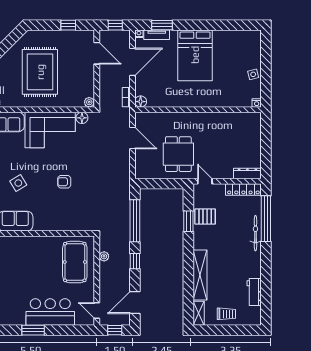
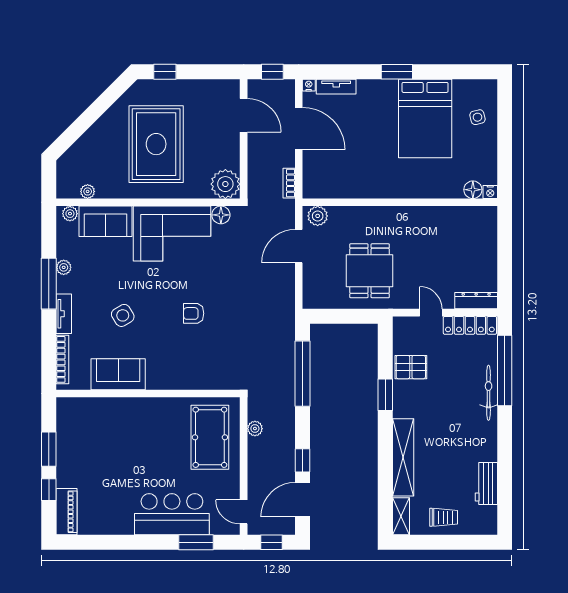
window: (68, 25) -> (165, 72), moved
window: (162, 25) -> (397, 72), moved
bed: (195, 55) -> (425, 118), moved
door: (132, 62) -> (299, 129), hinge flipped
side table: (253, 74) -> (478, 117), moved
plant: (89, 102) -> (225, 184), width x1.88, depth x1.88
floor lamp: (141, 102) -> (473, 190), moved
plant: (145, 119) -> (318, 216), added
door: (132, 138) -> (299, 246), swing flipped
door: (205, 181) -> (431, 313), moved
window: (188, 221) -> (385, 395), moved
window: (135, 261) -> (302, 460), moved
window: (33, 330) -> (196, 542), moved

